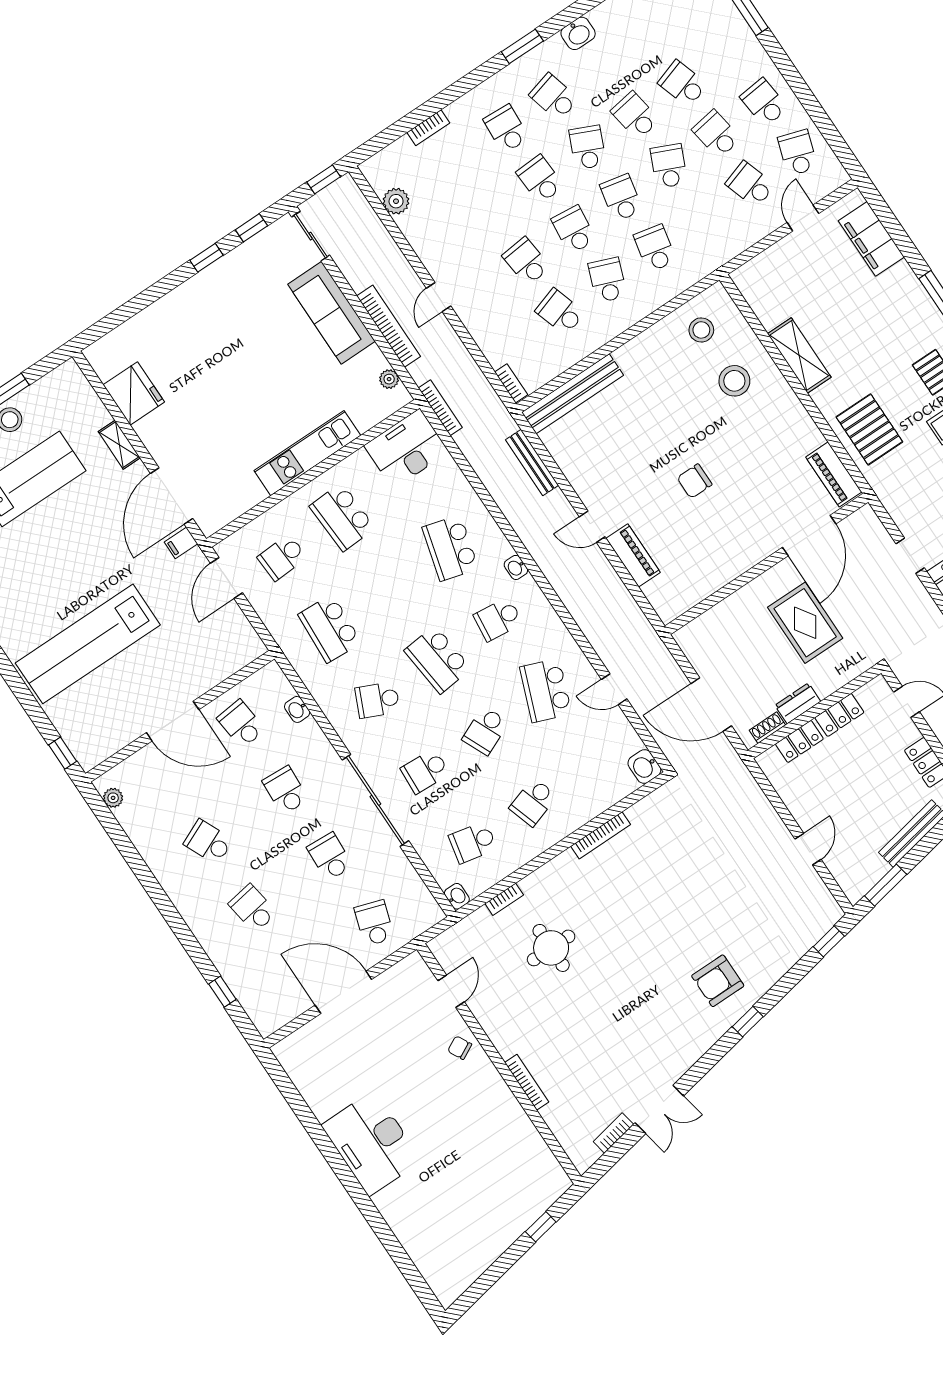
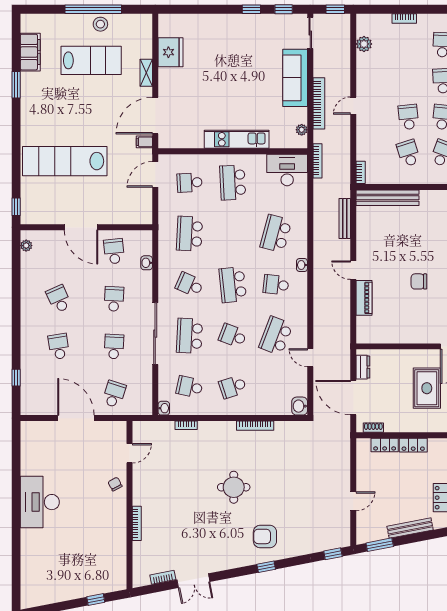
dresser: (798, 703) -> (363, 367), moved, turned 90
school desk: (485, 731) -> (233, 336), turned 45
school desk: (425, 771) -> (190, 336), width x1.85
round table: (551, 948) -> (234, 487), moved

